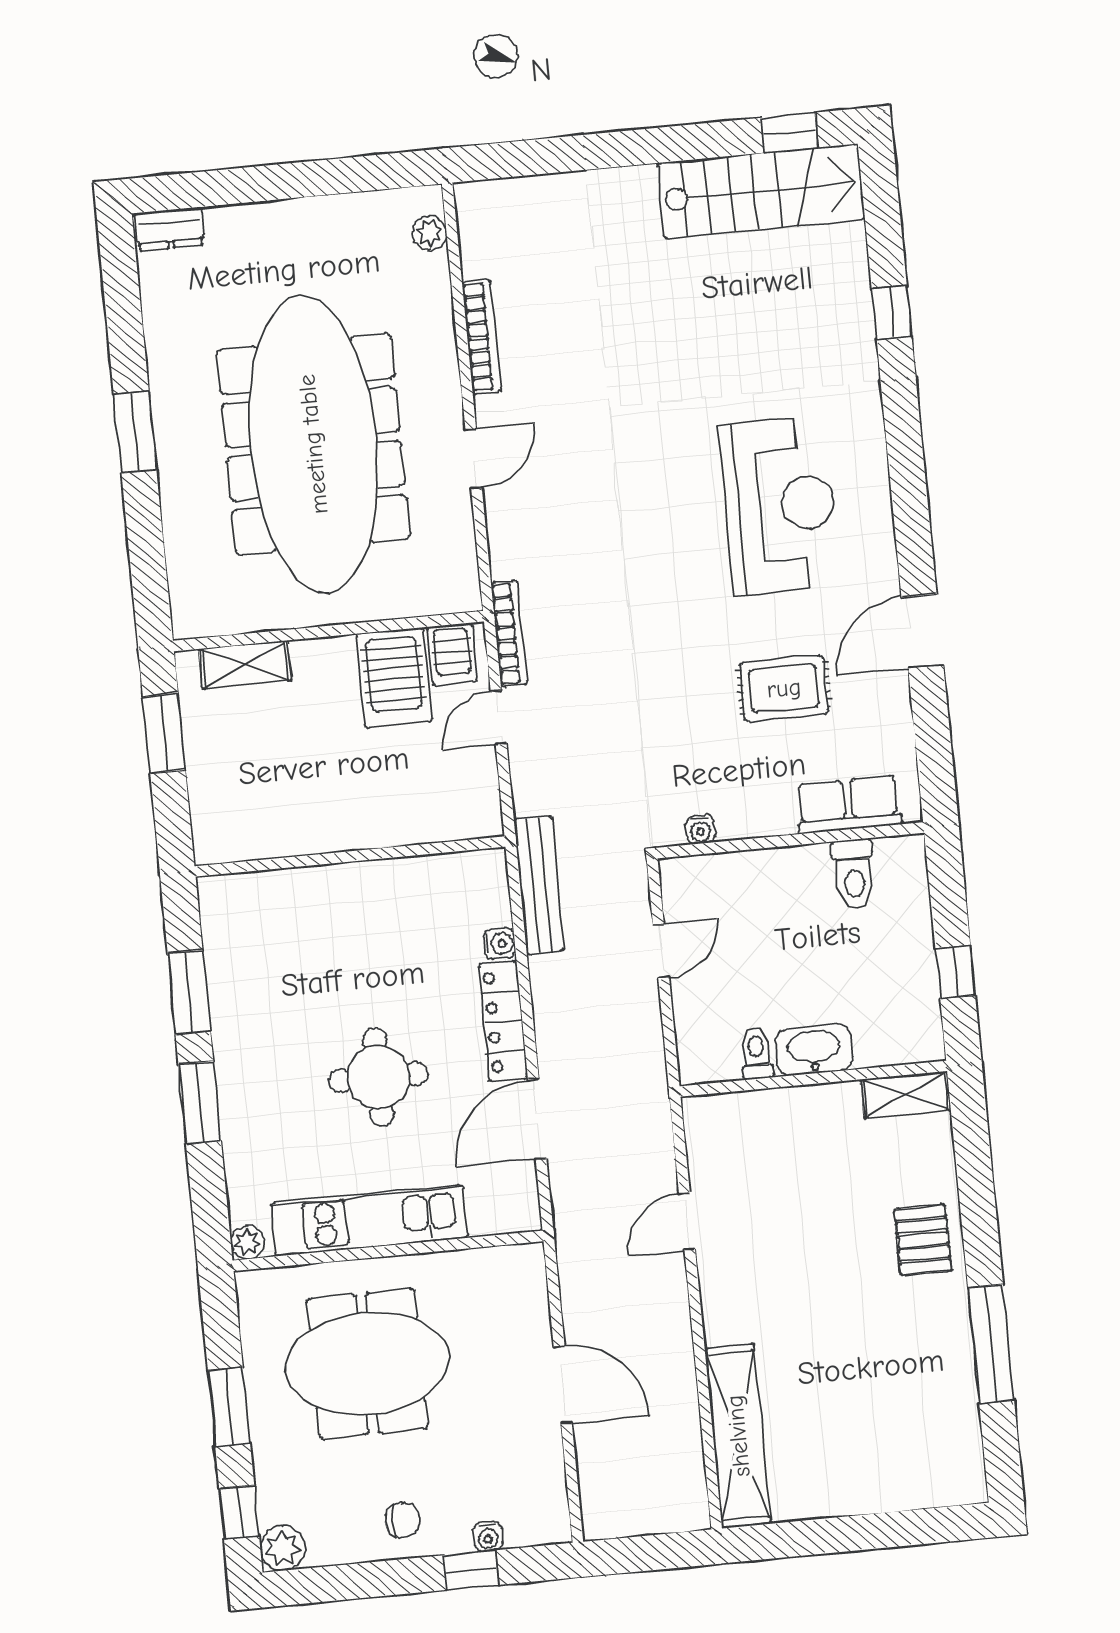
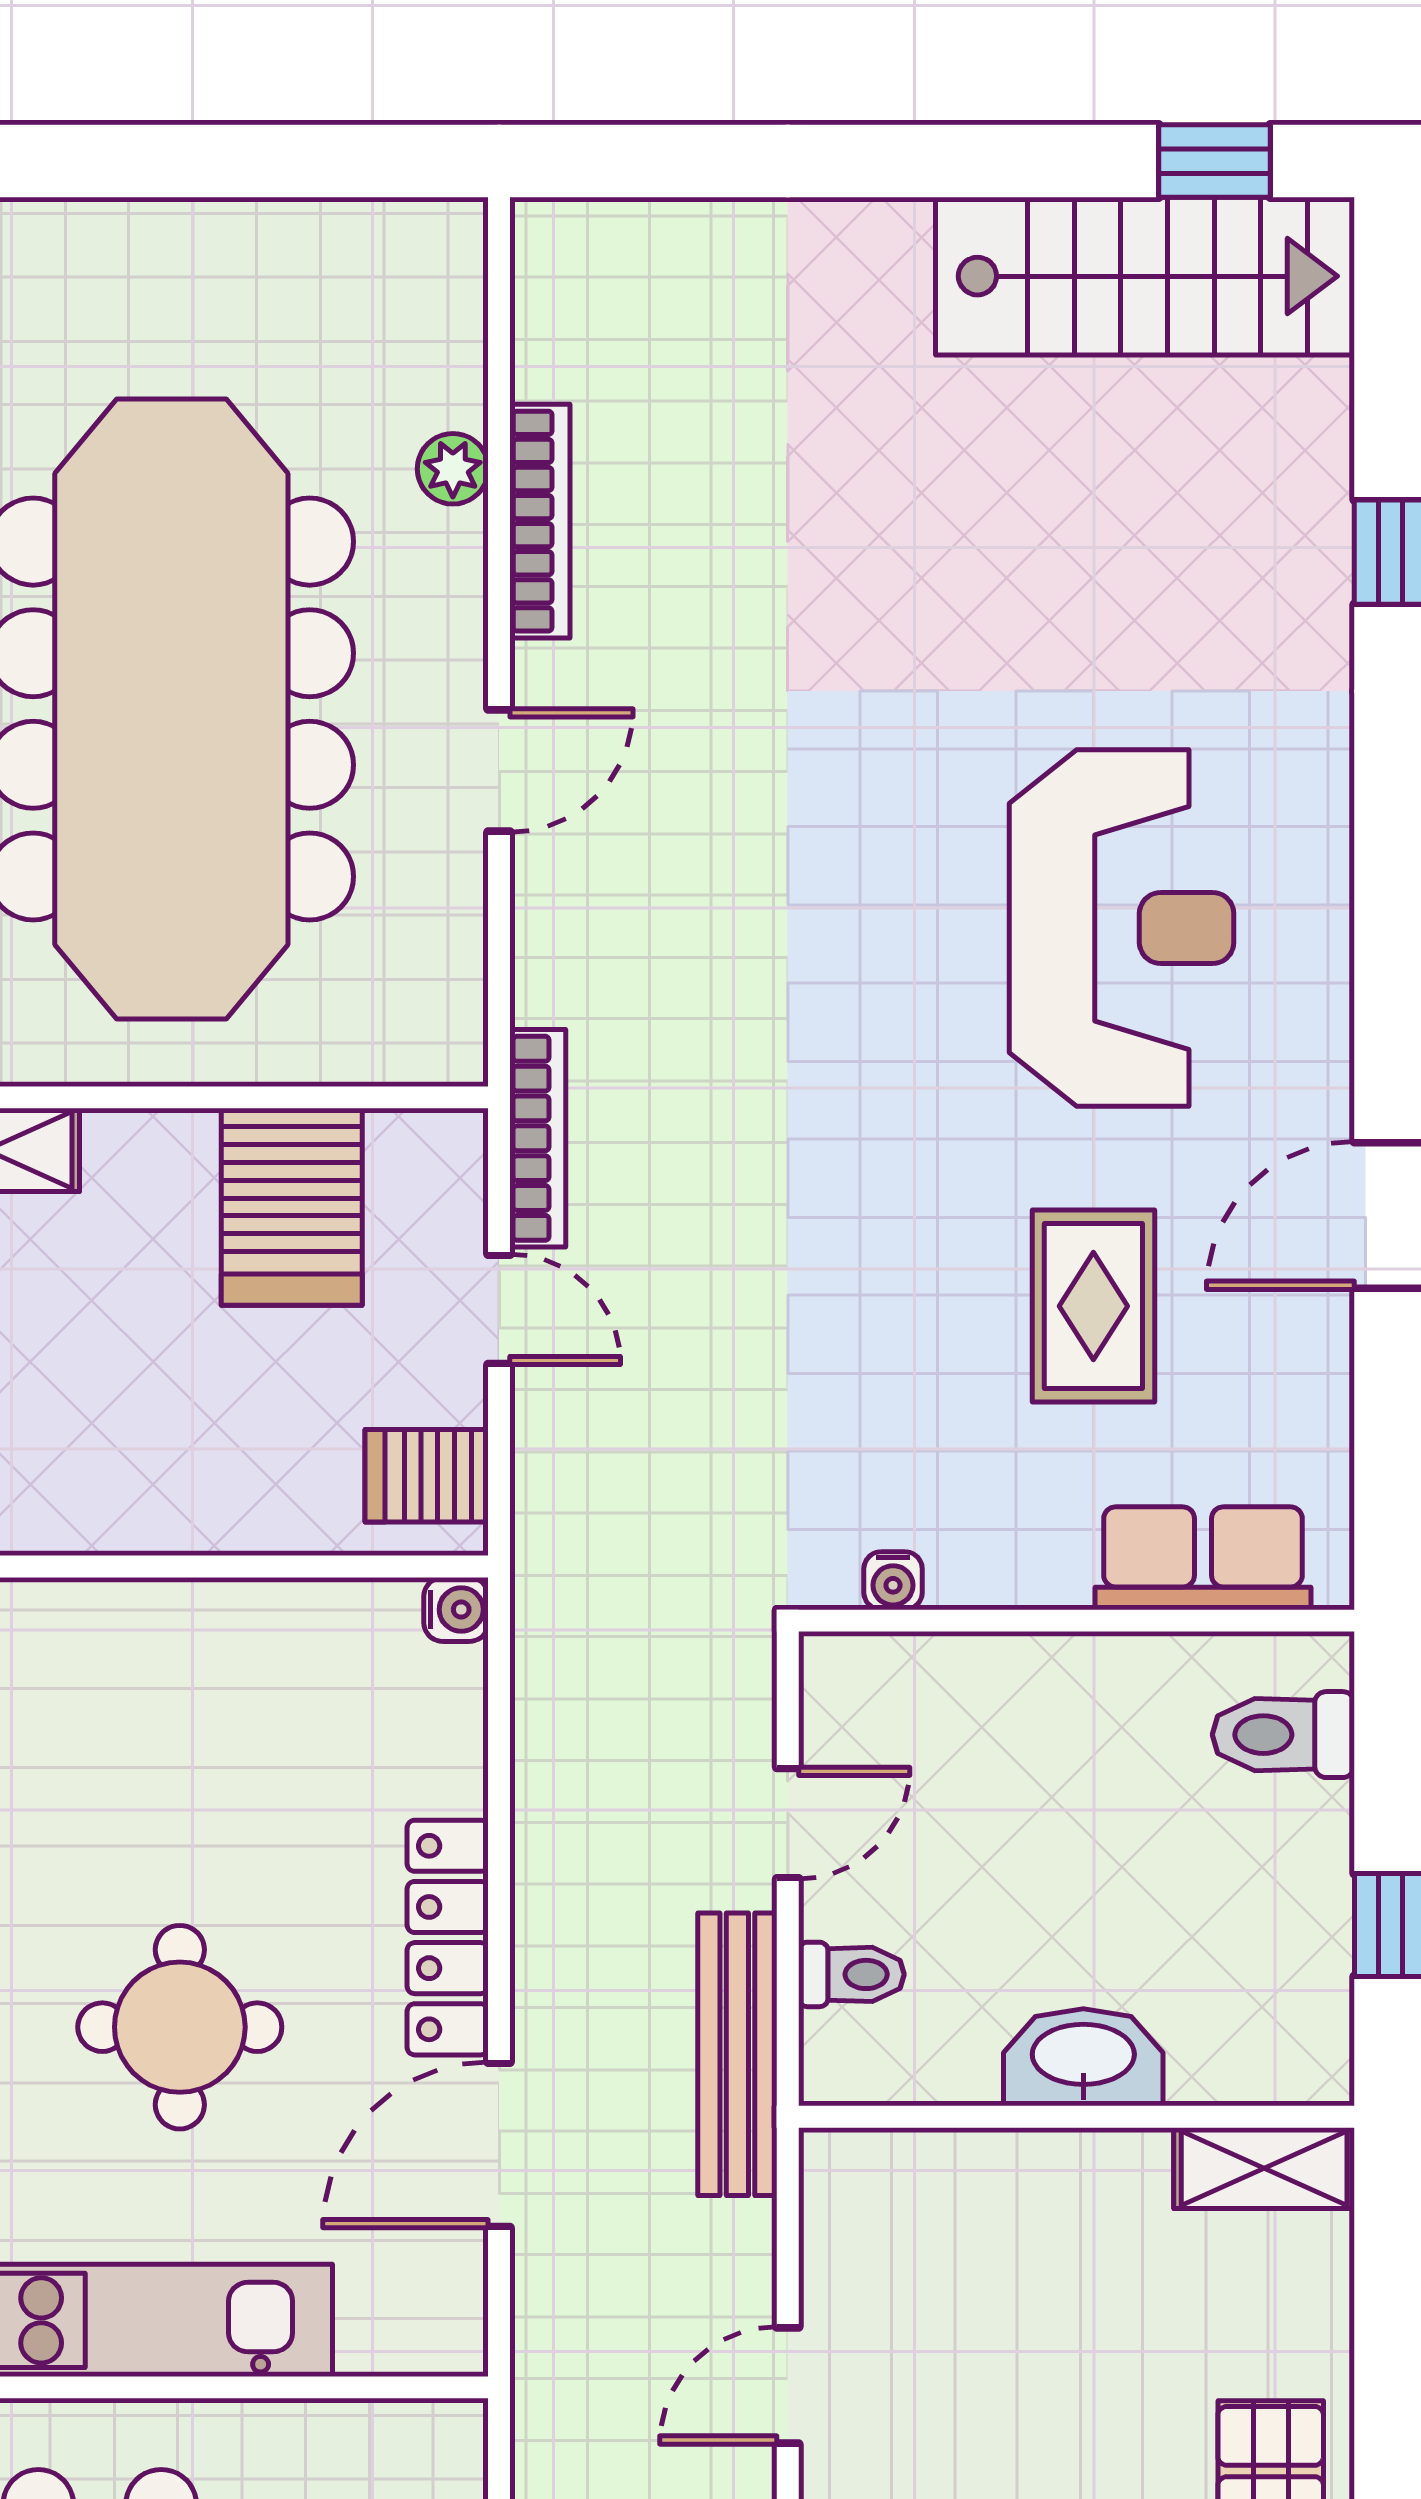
plant: (429, 233) -> (453, 469), moved
server rack: (452, 654) -> (427, 1476), moved, turned 90
rug: (784, 688) -> (1093, 1306), turned 90
door: (499, 717) -> (499, 1309), swing flipped
toilet: (854, 874) -> (1283, 1735), moved, turned 90
bench: (539, 885) -> (737, 2054), moved
water cooler: (499, 944) -> (456, 1610), moved
toilet: (756, 1053) -> (851, 1974), moved, turned 90

